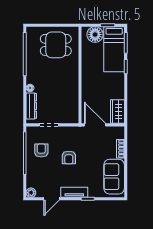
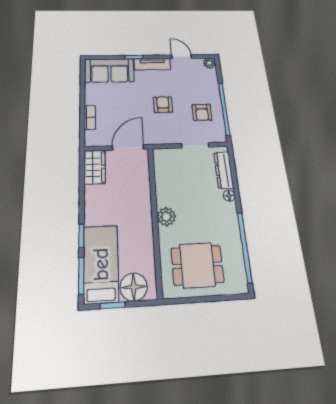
plant: (72, 76) -> (166, 217), added
door: (95, 125) -> (128, 147), swing flipped
sofa: (114, 177) -> (110, 70), moved, turned 90
door: (52, 199) -> (182, 57), hinge flipped

